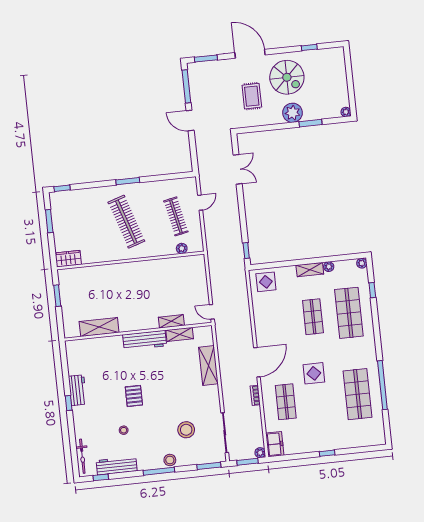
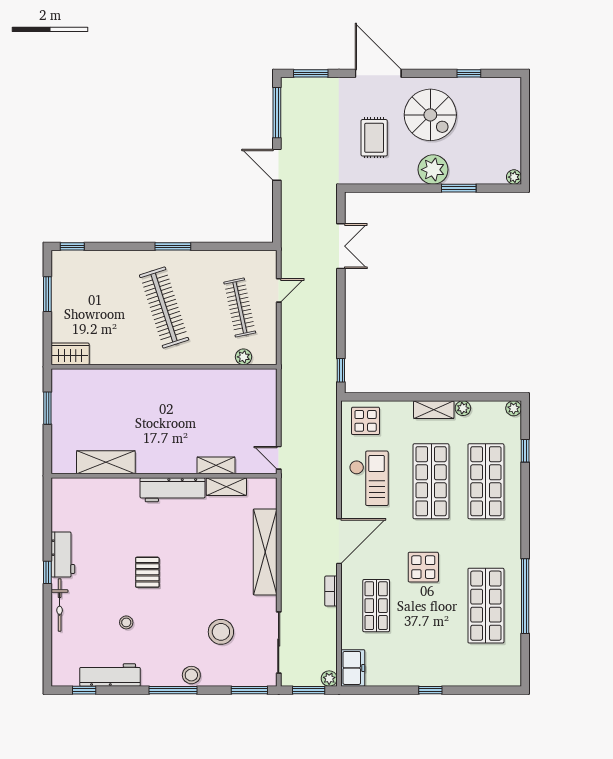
shop shelf: (313, 317) -> (431, 481), width x1.43, depth x1.36
checkout: (272, 319) -> (369, 478), added
shelving: (208, 365) -> (265, 552), width x1.47
bicycle: (82, 456) -> (60, 605), moved

